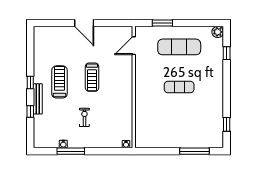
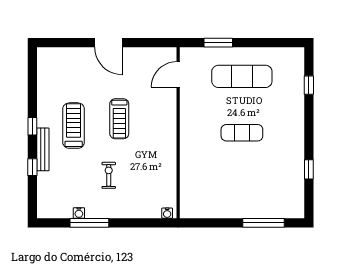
plant: (218, 32) -> (296, 55), removed
window: (227, 124) -> (309, 169), moved

